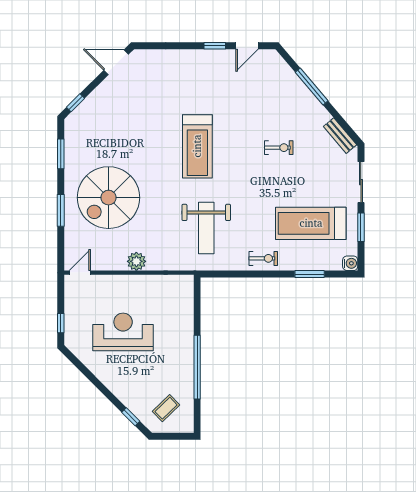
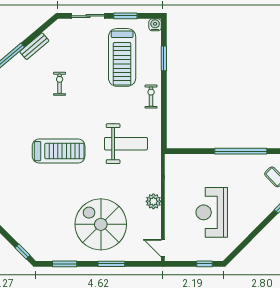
bench: (340, 136) -> (34, 46), moved
spiral stairs: (108, 198) -> (101, 224), turned 180

